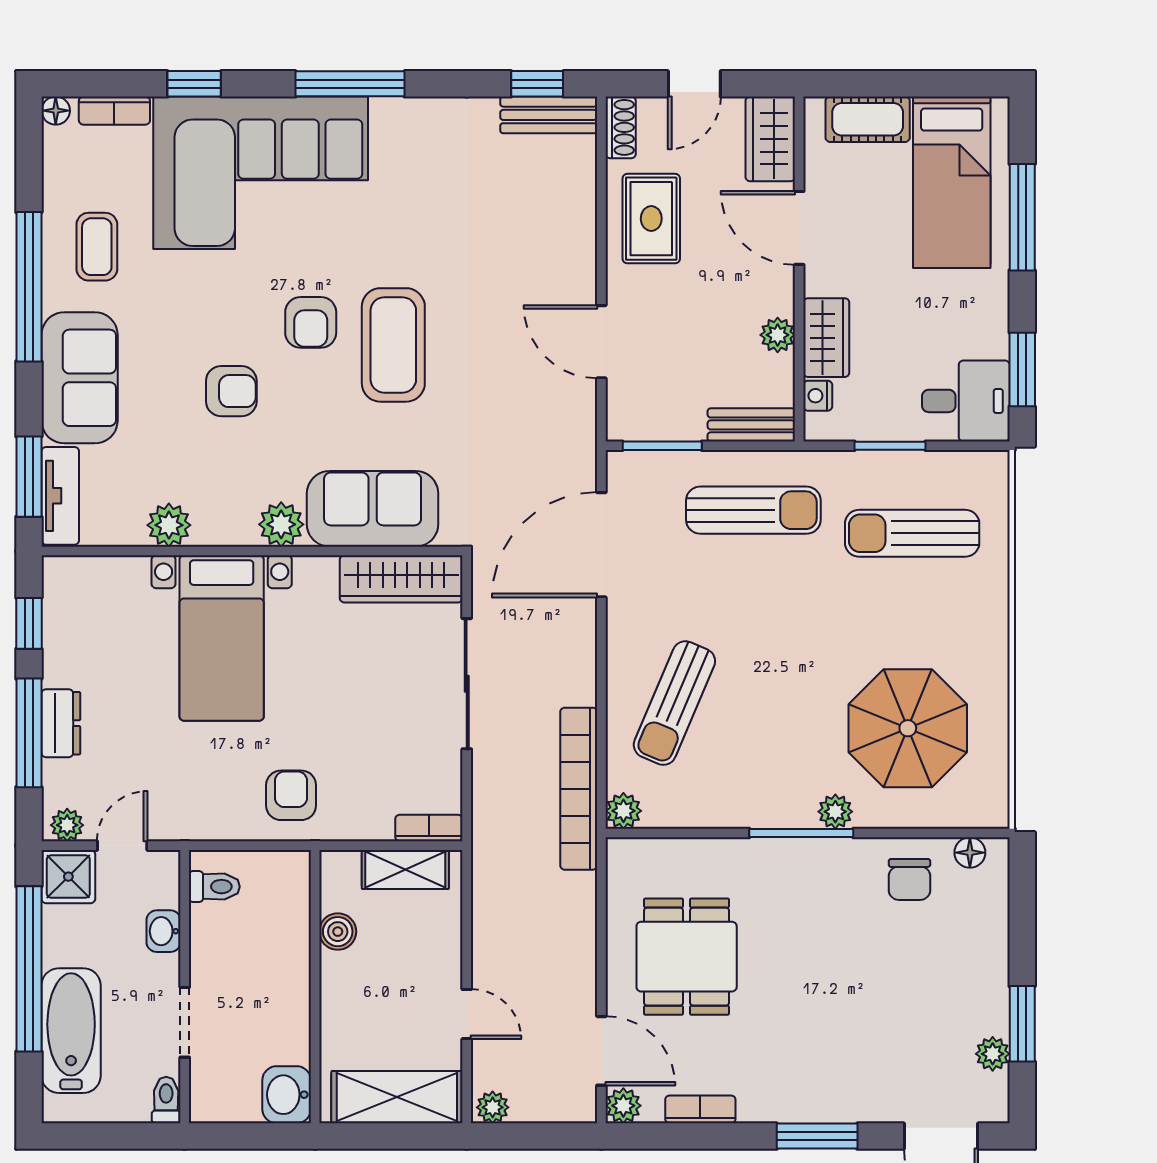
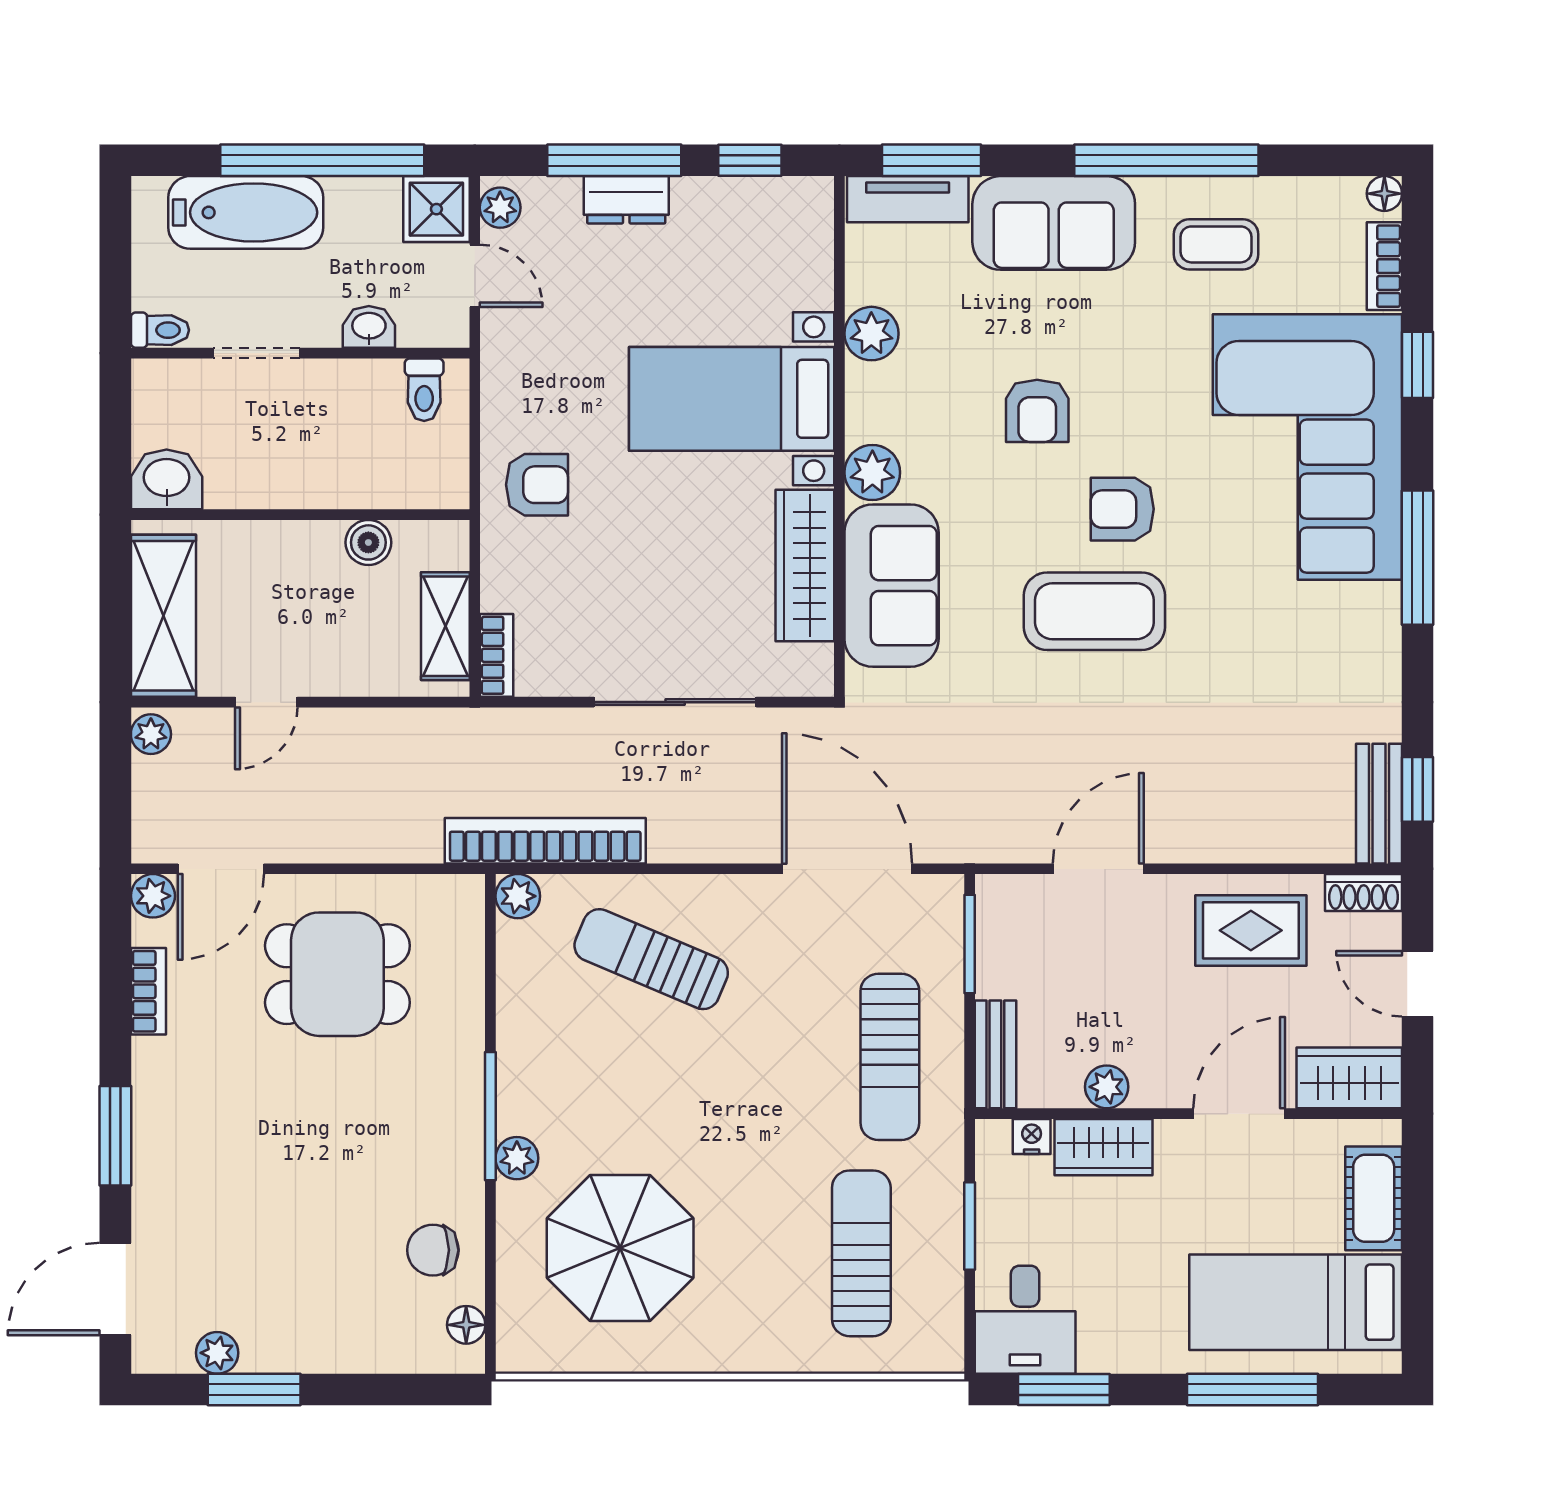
wardrobe: (401, 579) -> (805, 565), moved

